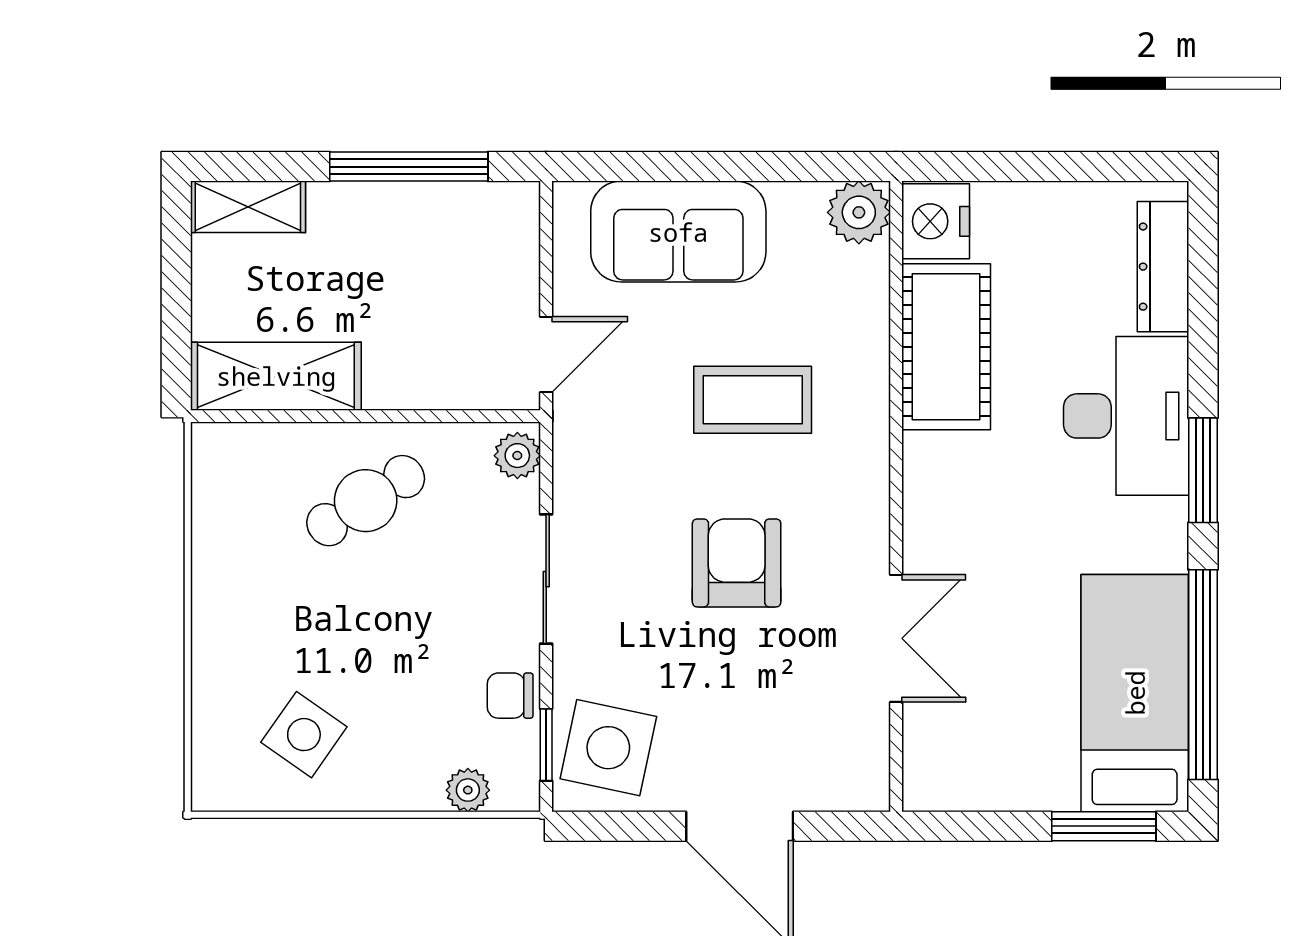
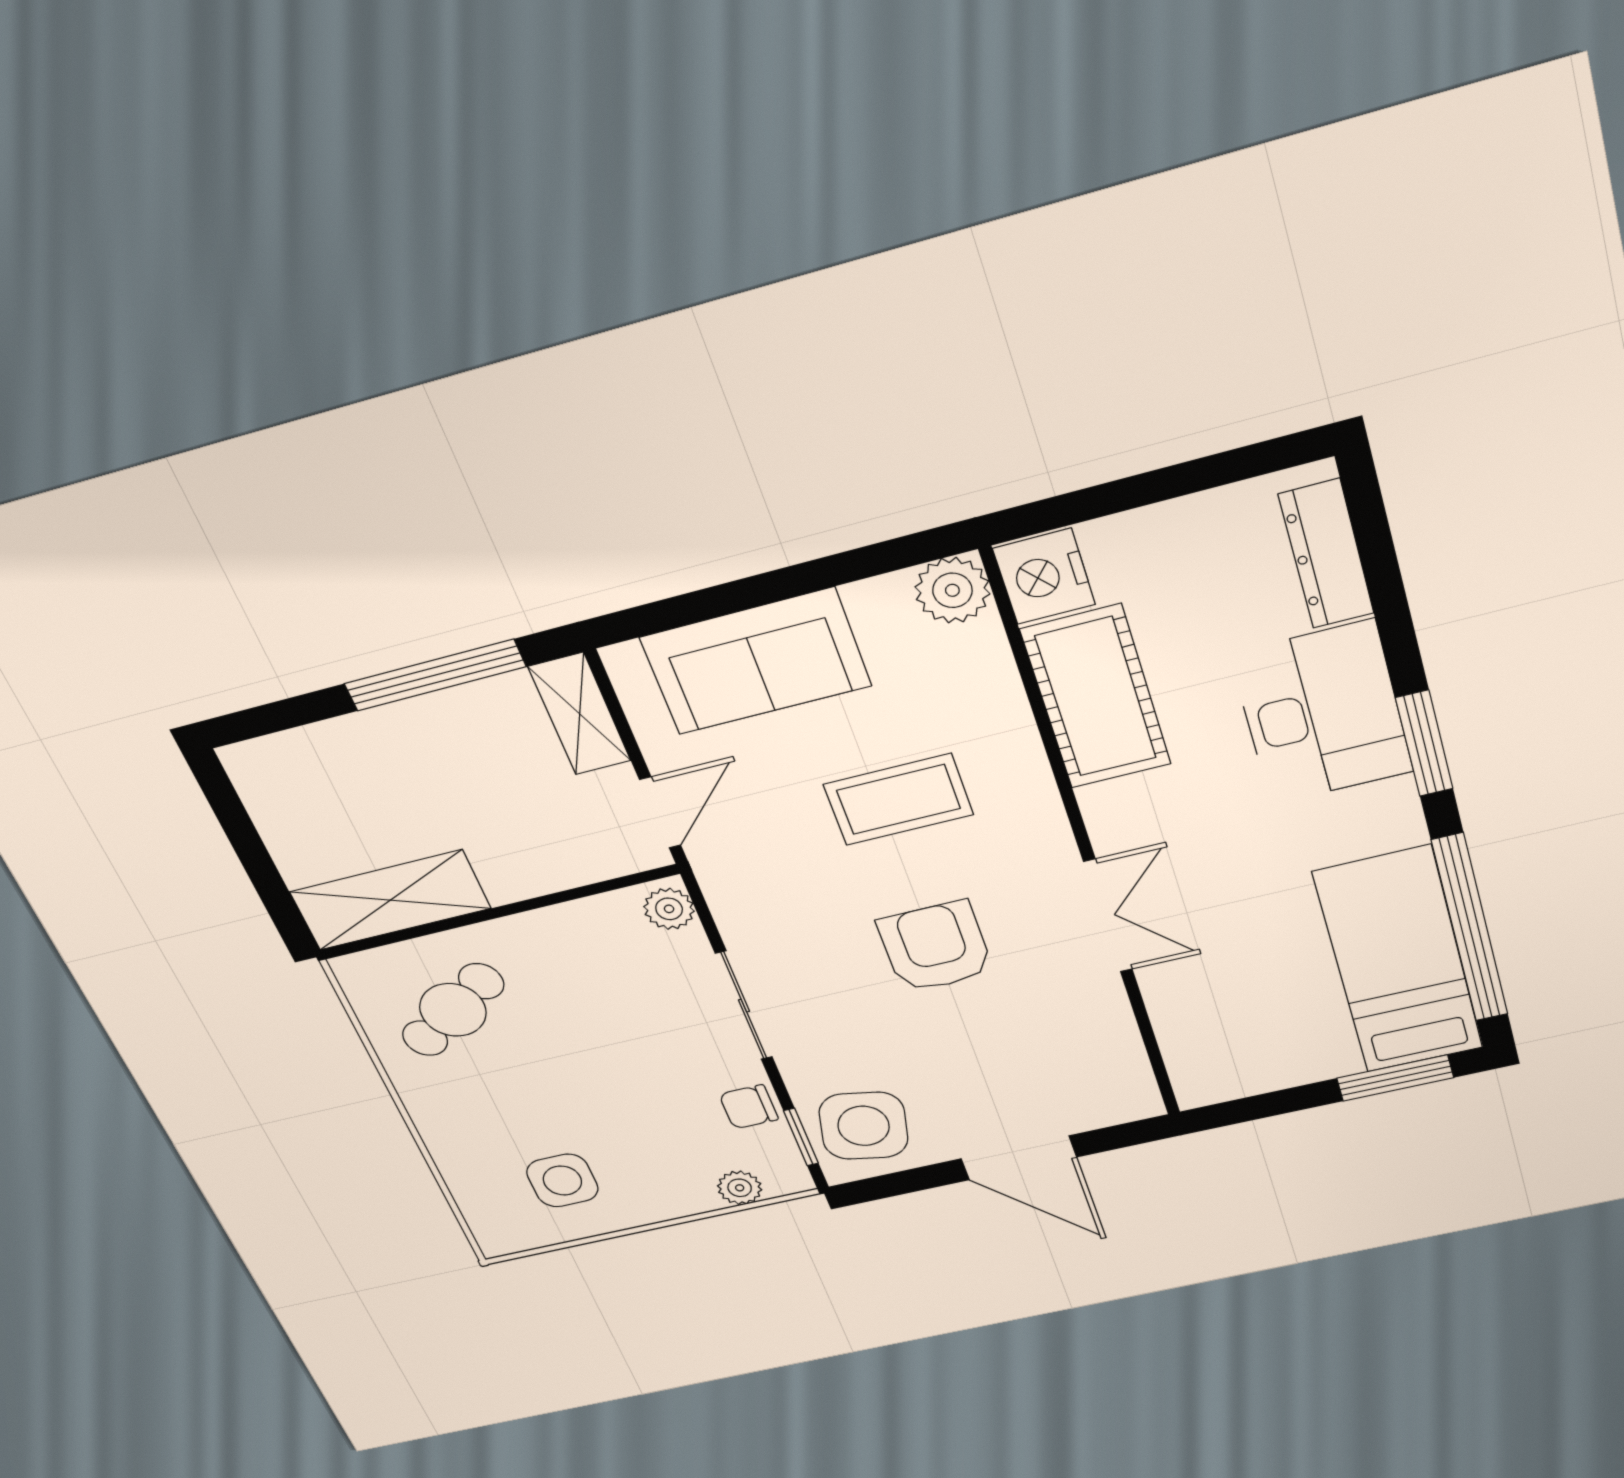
shelving: (248, 207) -> (580, 714), moved, turned 90
cafe table: (366, 501) -> (453, 1010), moved
double door: (896, 638) -> (1108, 916), moved
side table: (304, 735) -> (562, 1181), turned -35

